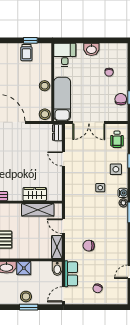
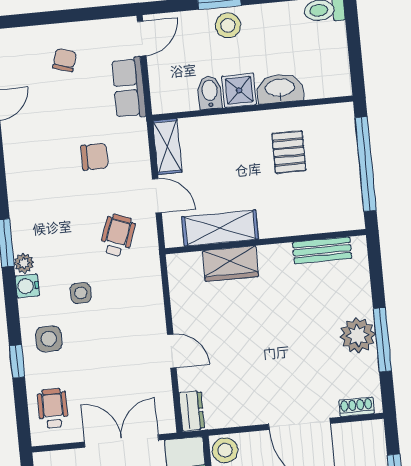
wheelchair: (82, 211) -> (118, 235), added
bidet: (57, 268) -> (210, 93), moved

